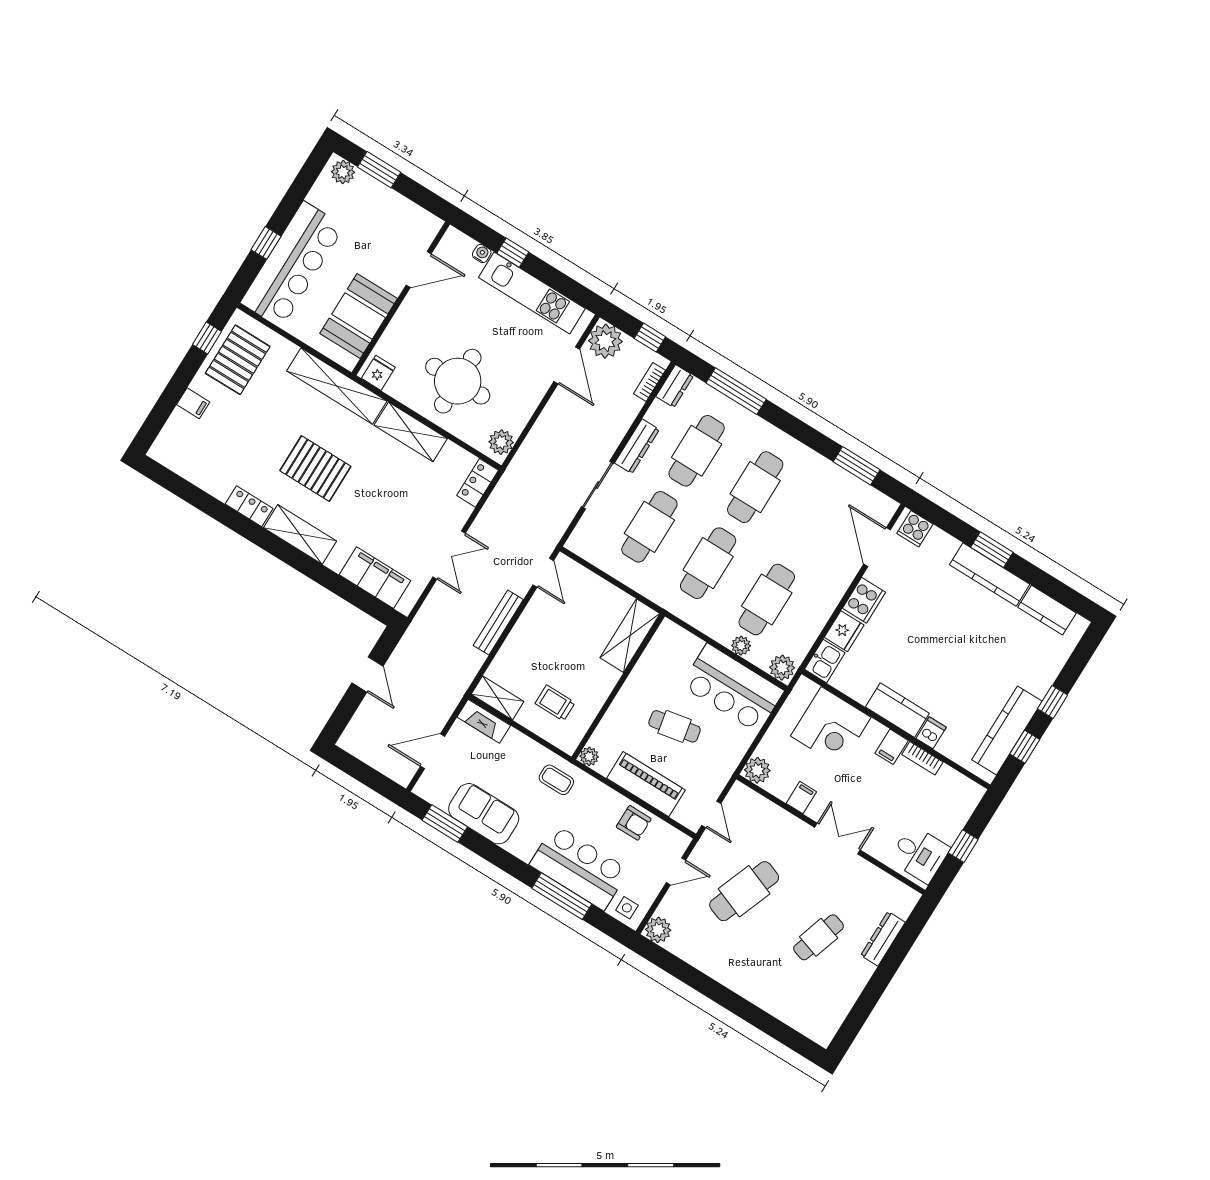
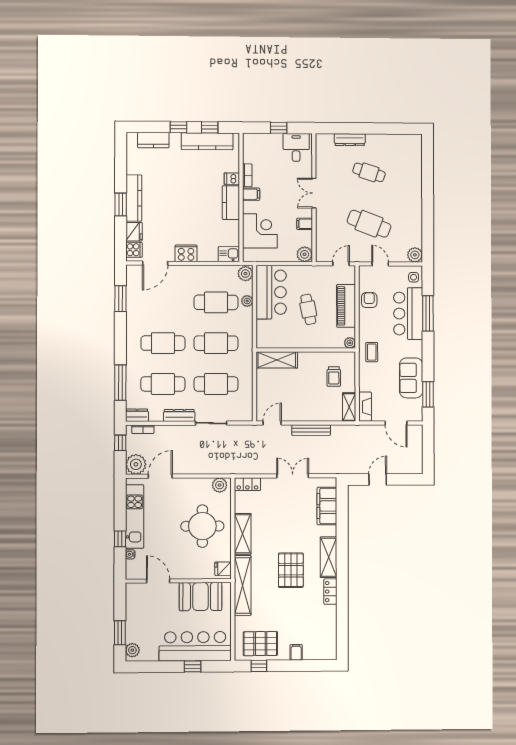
kitchen counter: (1047, 610) -> (153, 140), moved, turned 90
fridge: (844, 631) -> (134, 232), moved, turned 90

